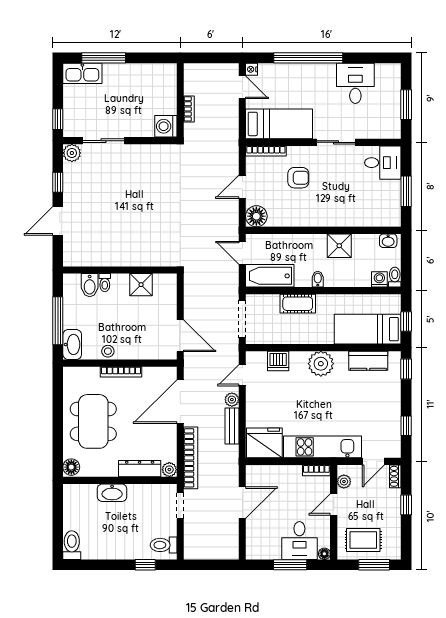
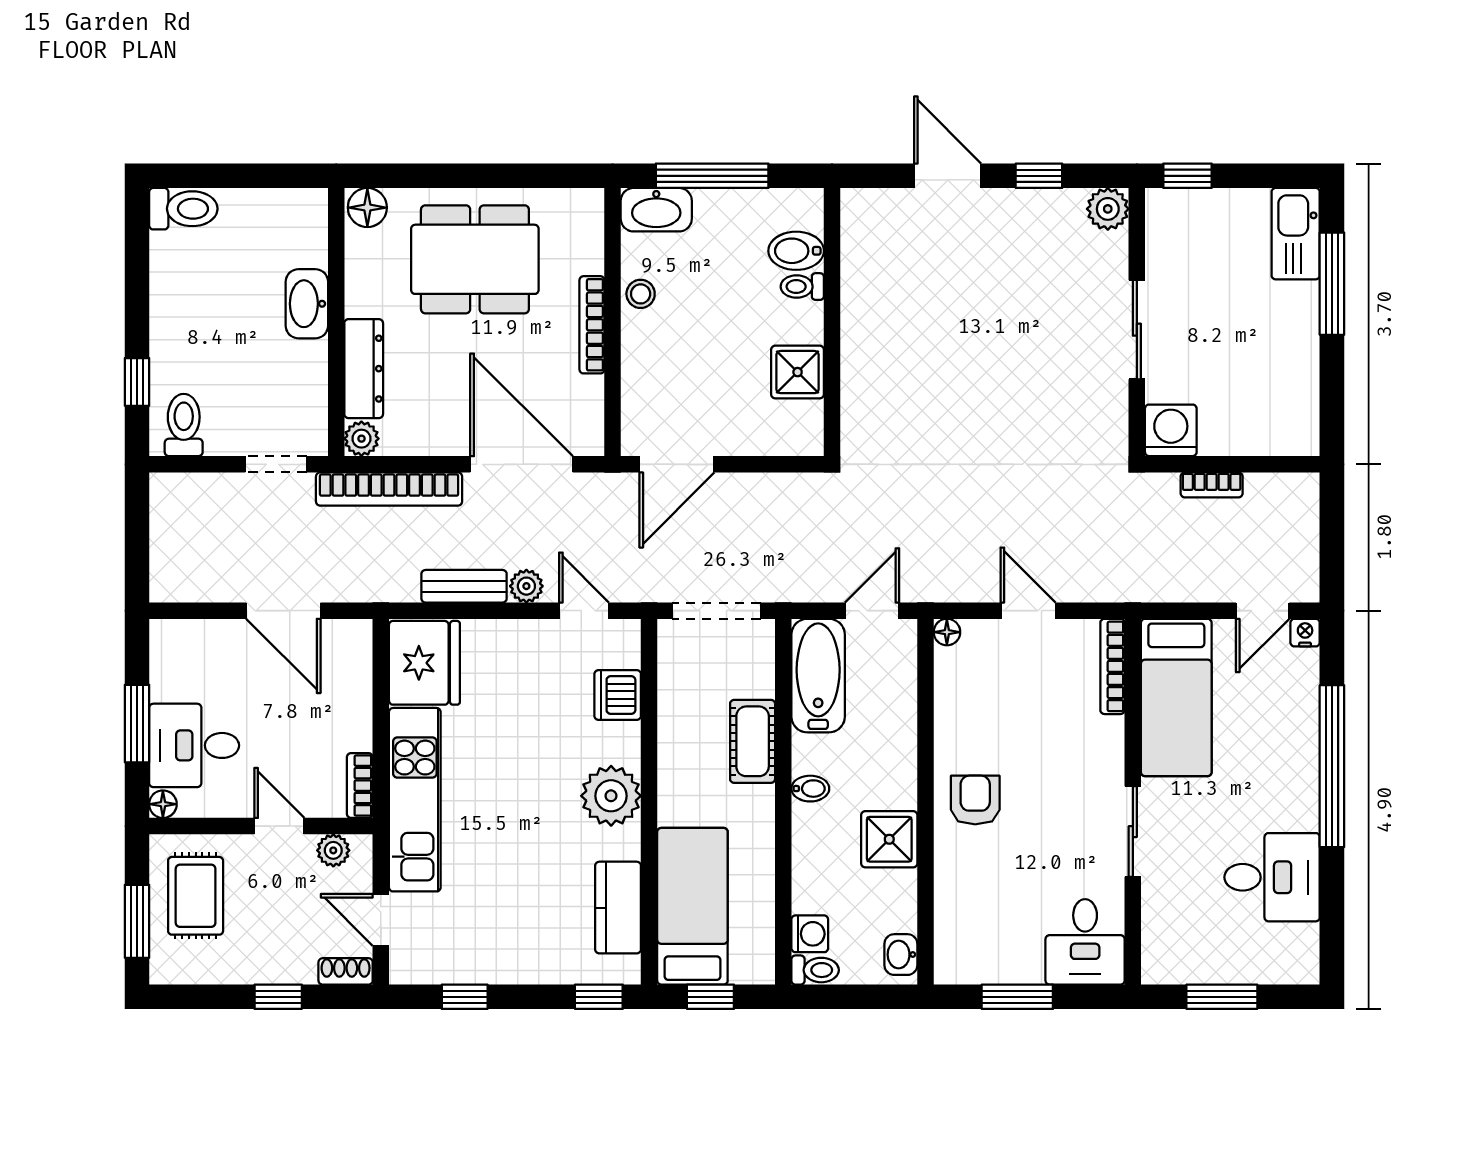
sliding door: (103, 141) -> (1137, 330), moved
armchair: (298, 178) -> (975, 800), moved, turned 180
floor lamp: (256, 216) -> (947, 632), width x0.53, depth x0.53

